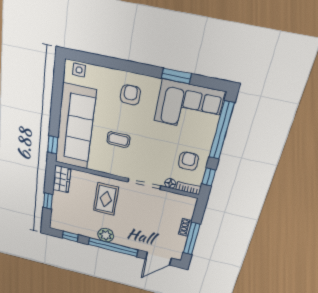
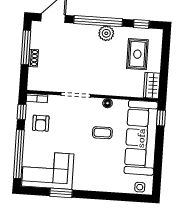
armchair: (130, 95) -> (96, 173), removed
floor lamp: (170, 183) -> (108, 103), moved
rug: (106, 199) -> (137, 54), moved
window: (48, 201) -> (165, 59), removed

